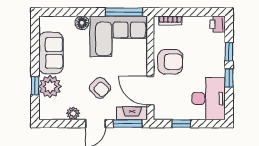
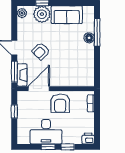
window: (124, 12) -> (97, 32), moved
corner sofa: (119, 36) -> (79, 65), removed
desk: (209, 99) -> (46, 132), moved
plant: (73, 113) -> (22, 13), moved

